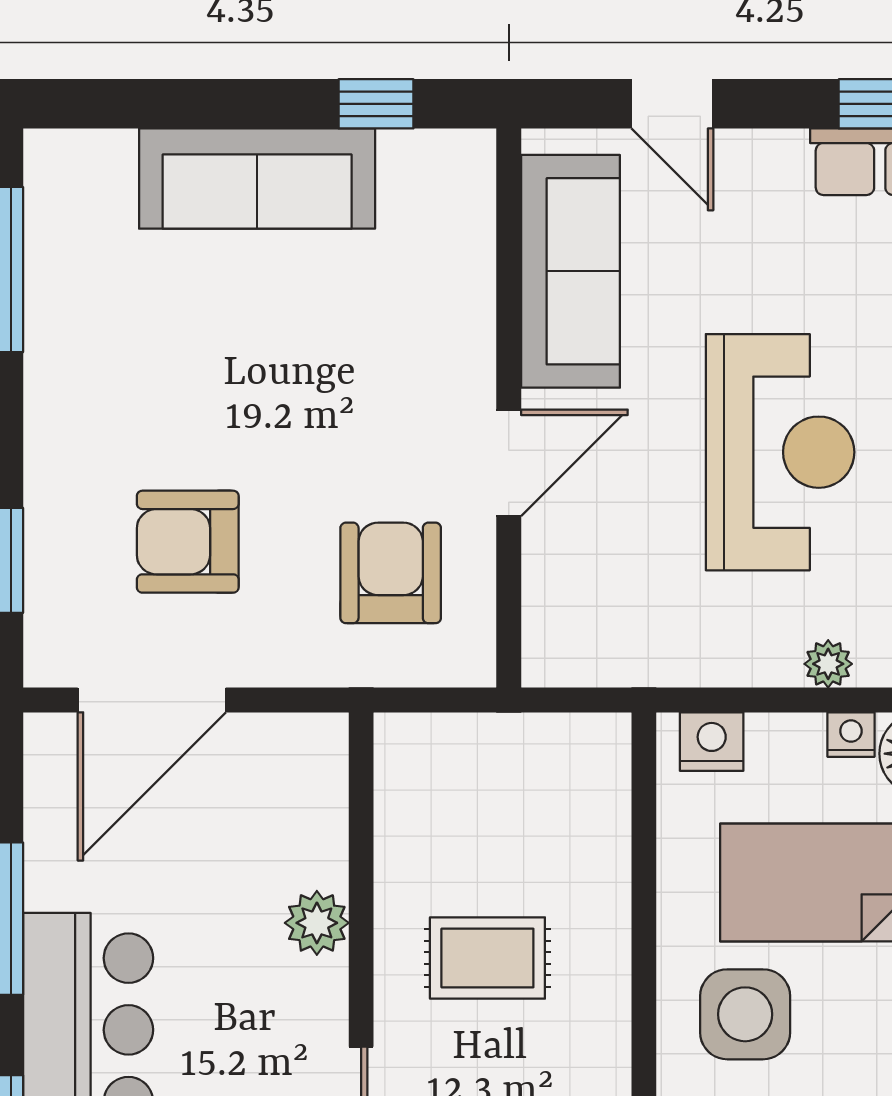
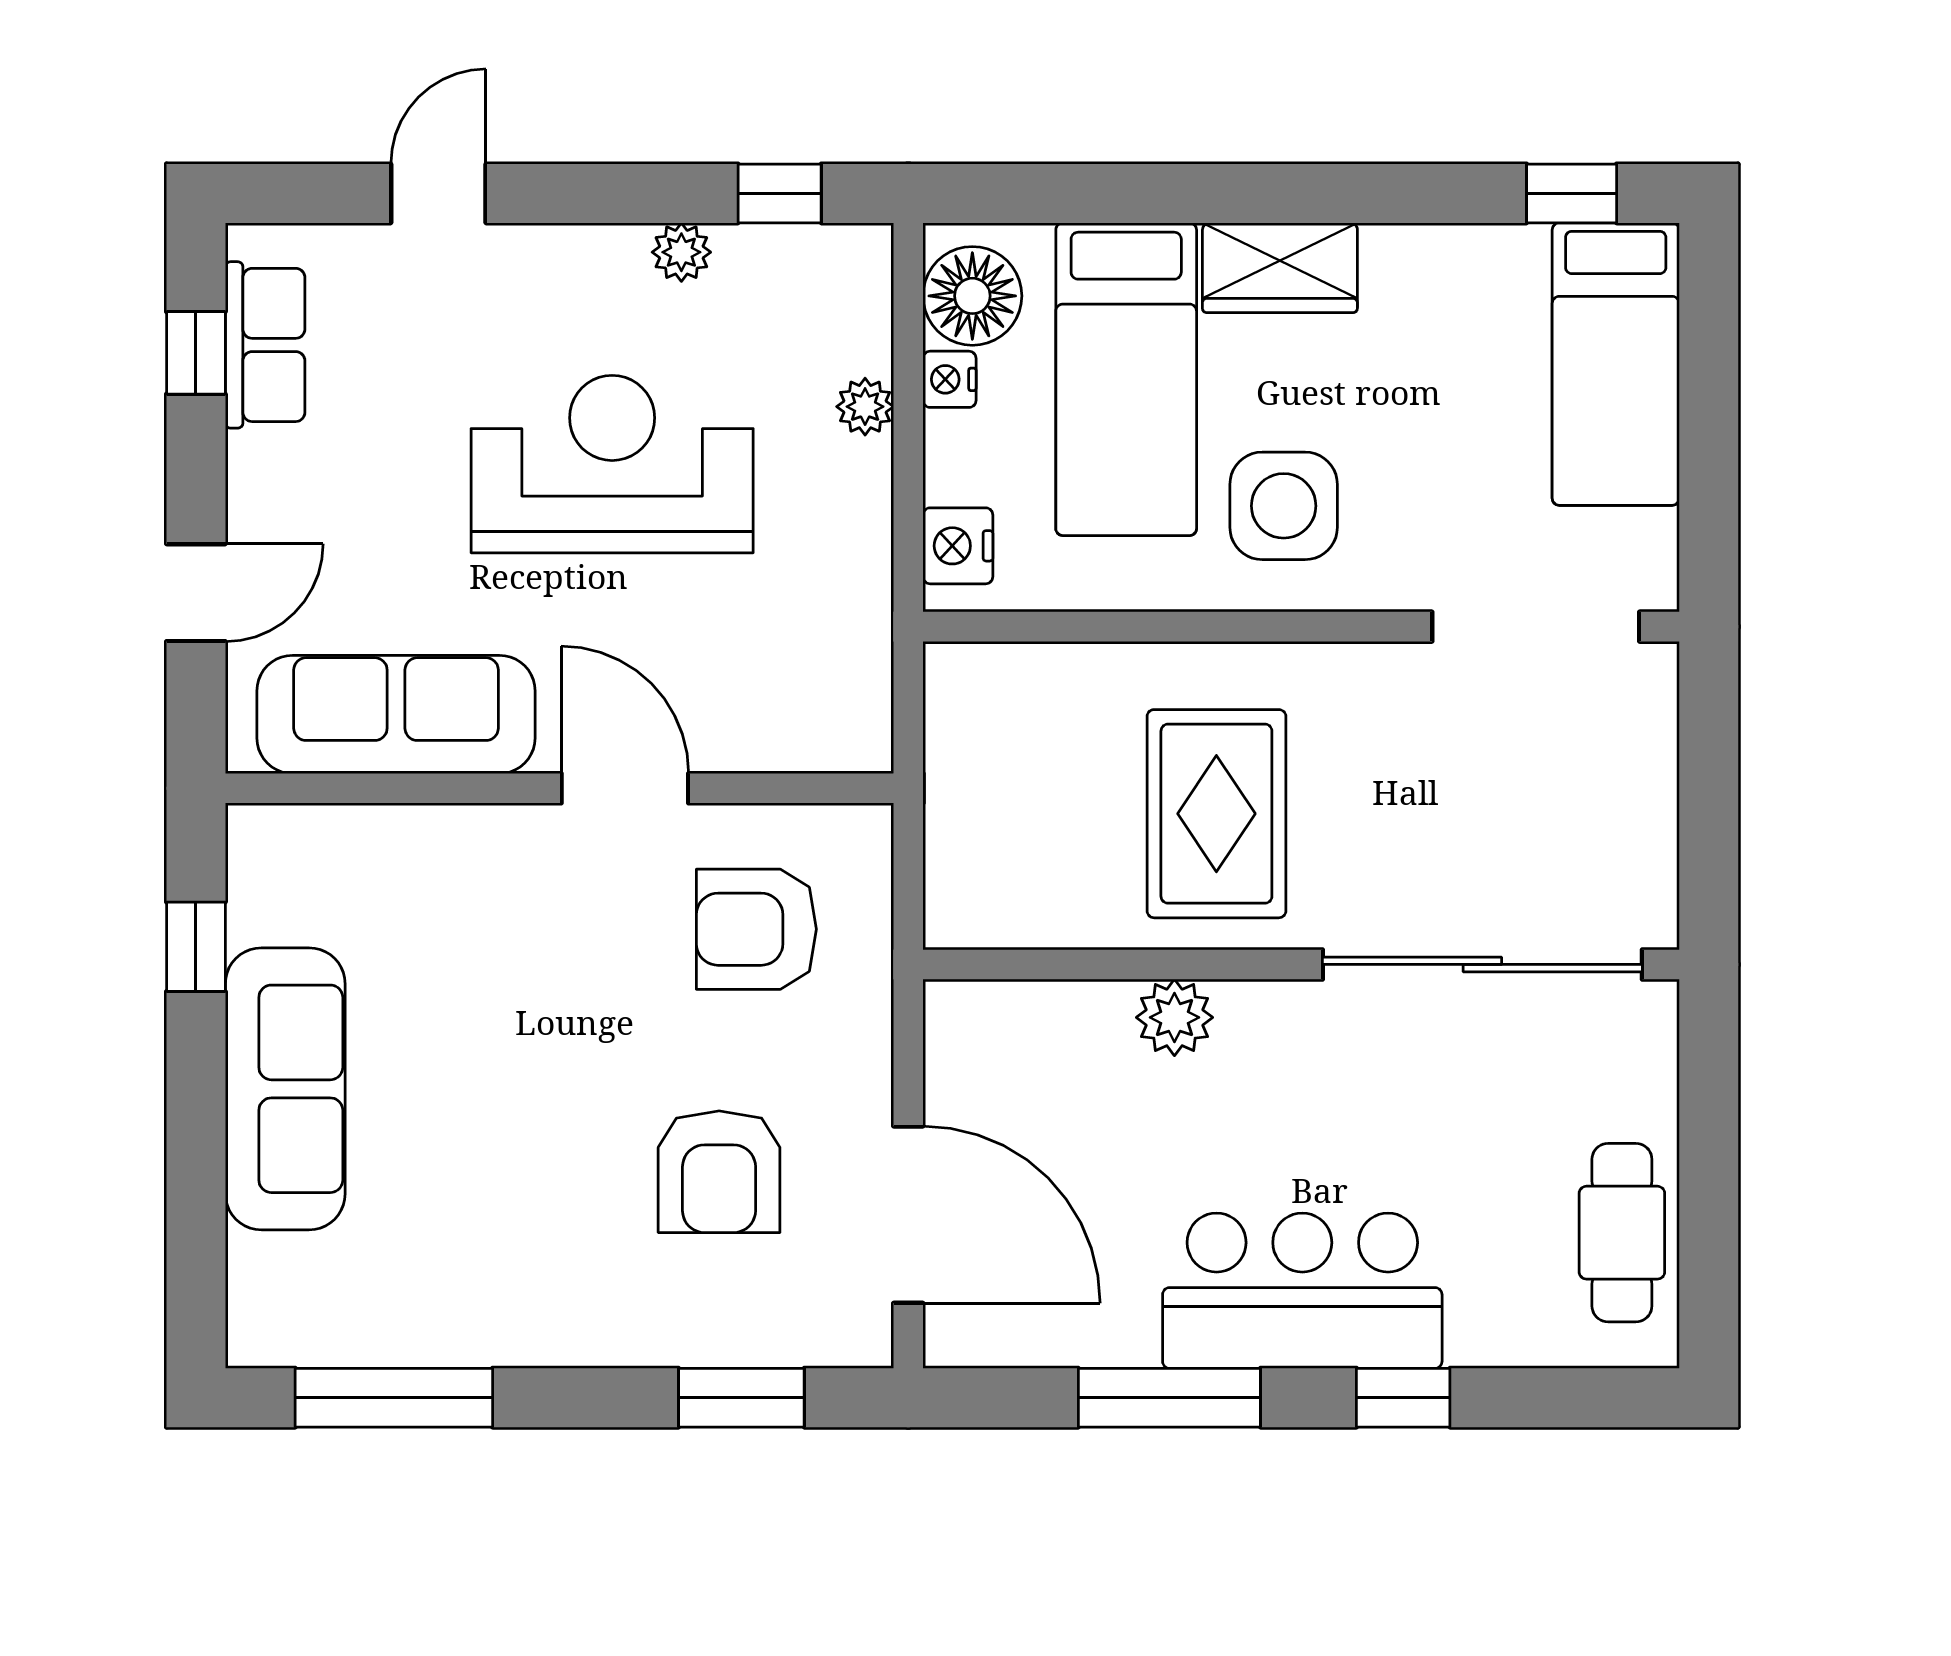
rug: (487, 958) -> (1216, 814), width x1.36, depth x1.43

